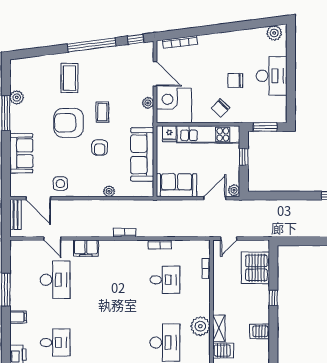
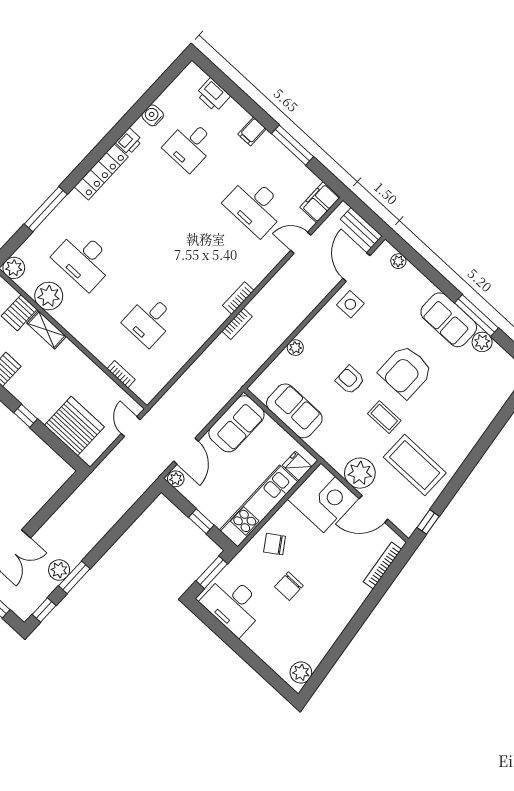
window: (92, 45) -> (465, 471), removed
desk: (272, 76) -> (233, 605), moved
coffee table: (69, 78) -> (415, 465), moved, width x1.36, depth x1.32
chair: (235, 80) -> (289, 586), turned 180
plant: (148, 103) -> (360, 473), width x1.87, depth x1.87
chair: (220, 108) -> (275, 544), turned -78
armchair: (69, 123) -> (406, 371), turned 180
sofa: (21, 153) -> (449, 320), moved
sofa: (142, 154) -> (294, 411), width x0.73
plant: (15, 179) -> (398, 261), added
door: (38, 198) -> (356, 267), hinge flipped
bookcase: (160, 244) -> (238, 298), moved
filing cabinet: (86, 248) -> (320, 202), moved
plant: (200, 326) -> (49, 296), moved

